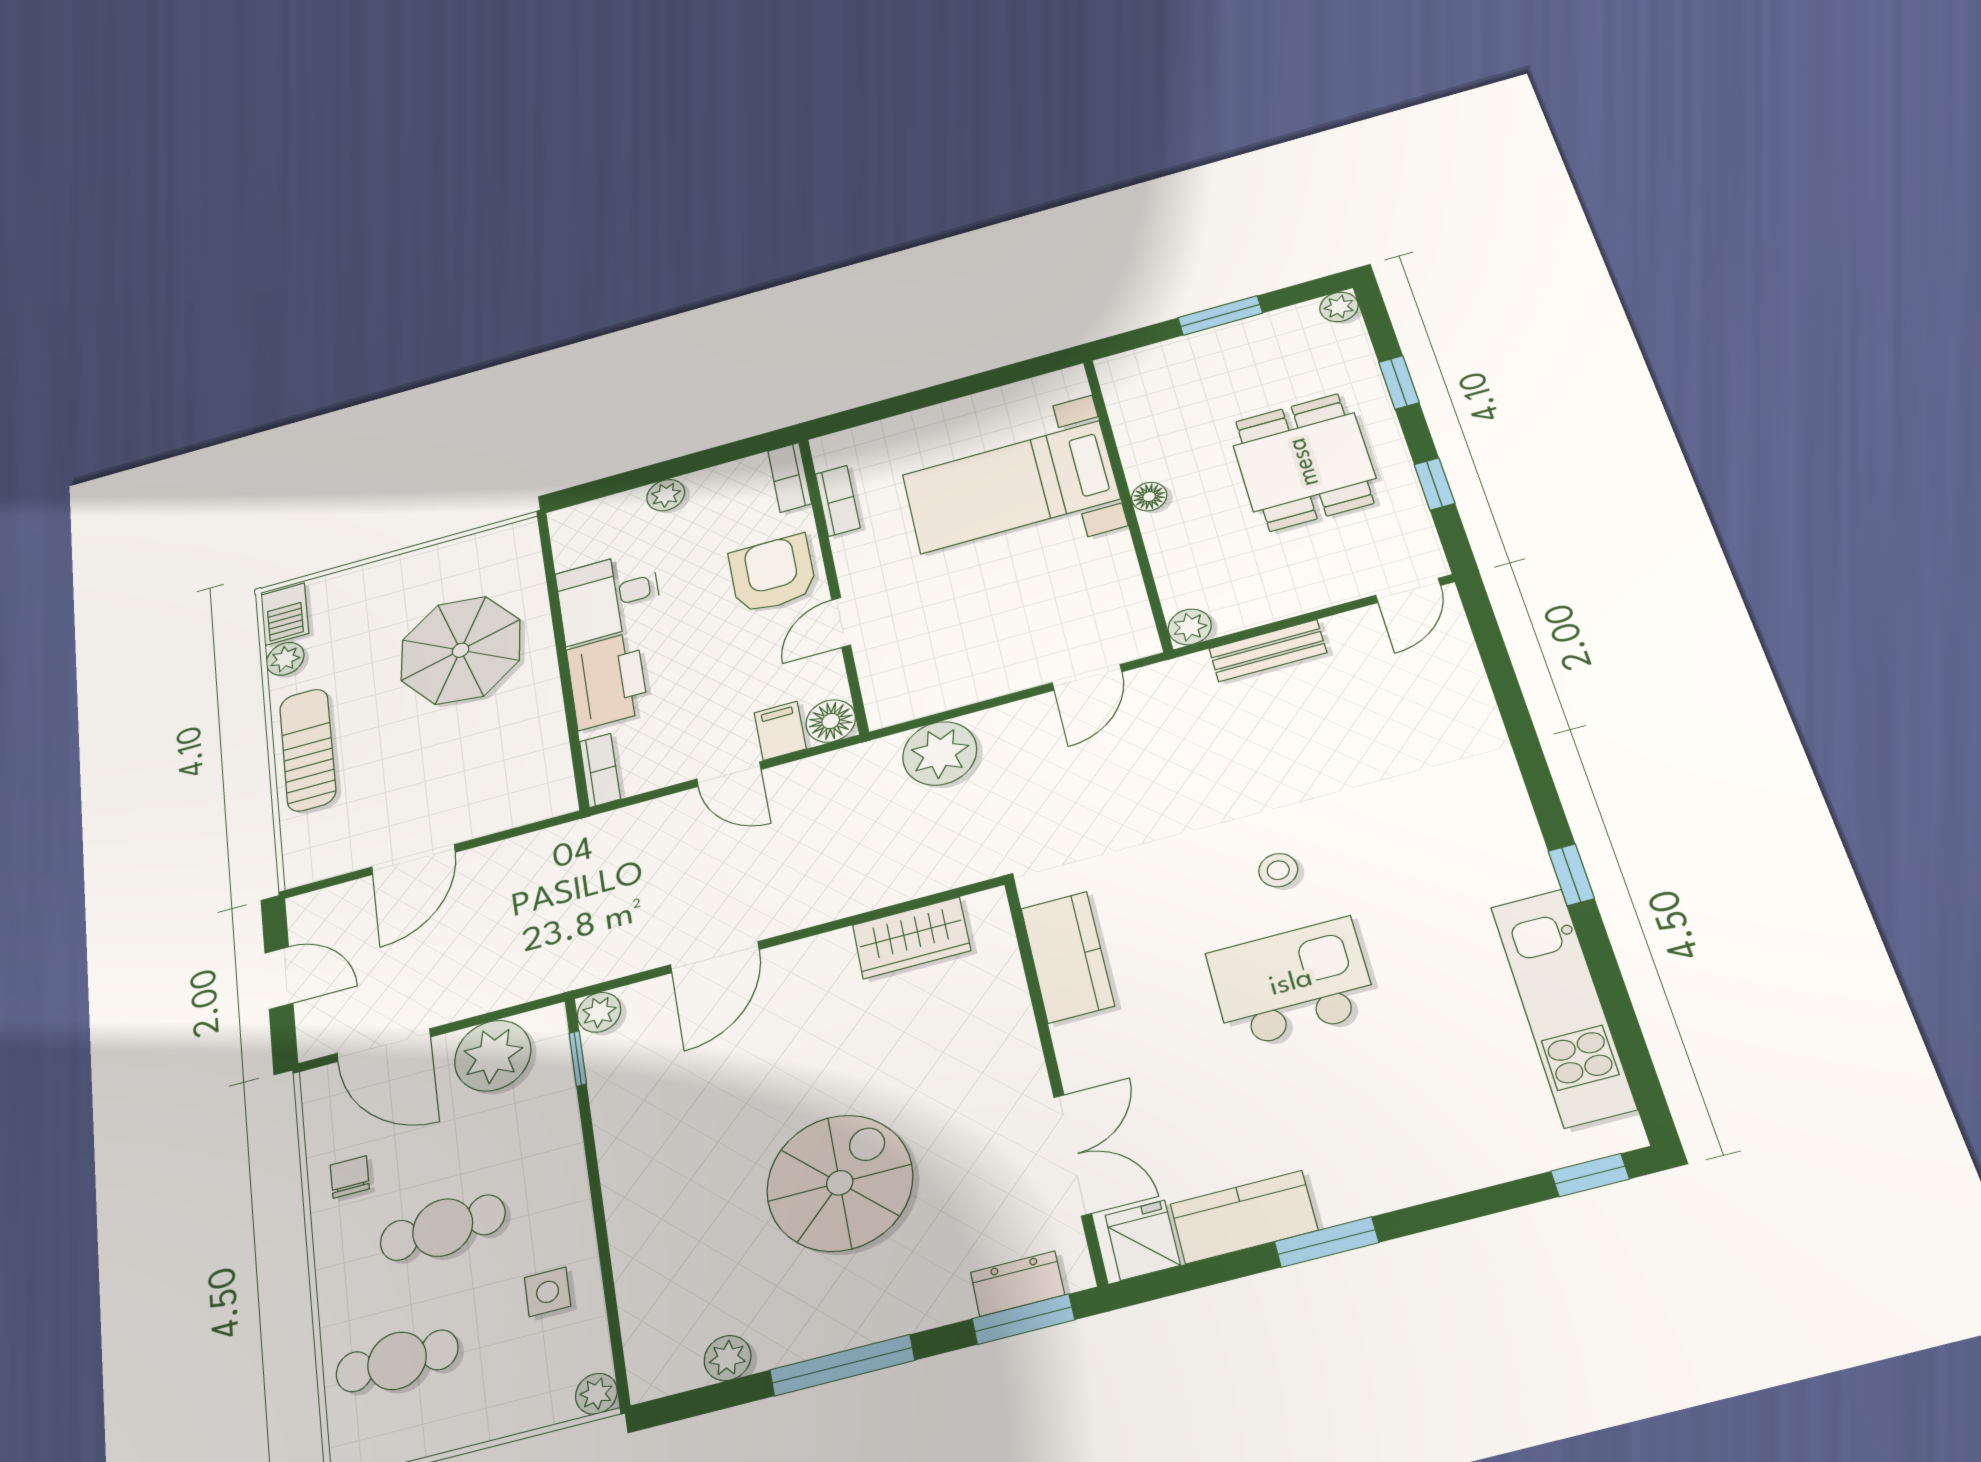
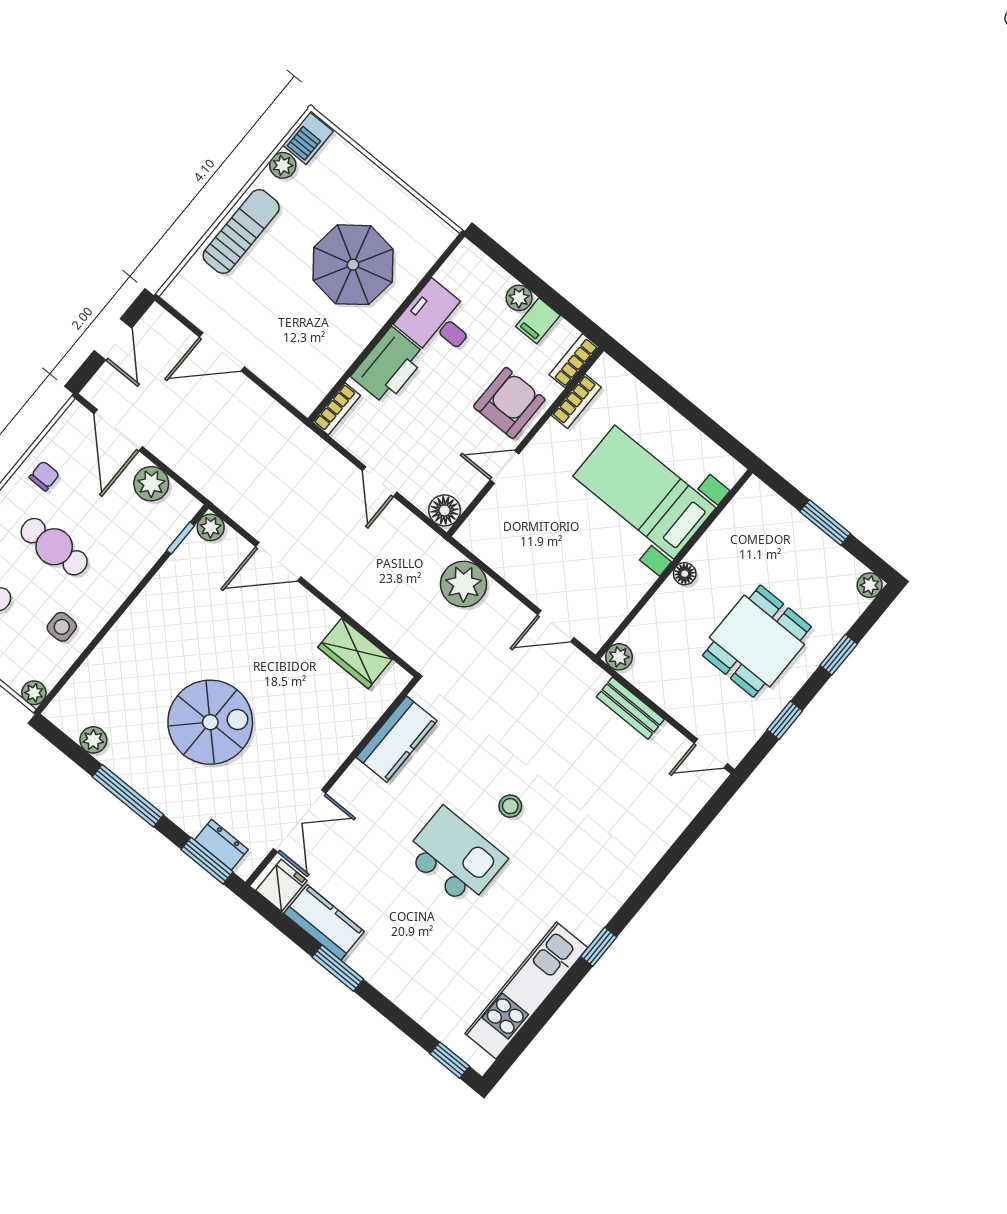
filing cabinet: (780, 731) -> (538, 321), moved, turned 180
plant: (493, 1056) -> (151, 484), width x0.73, depth x0.73

